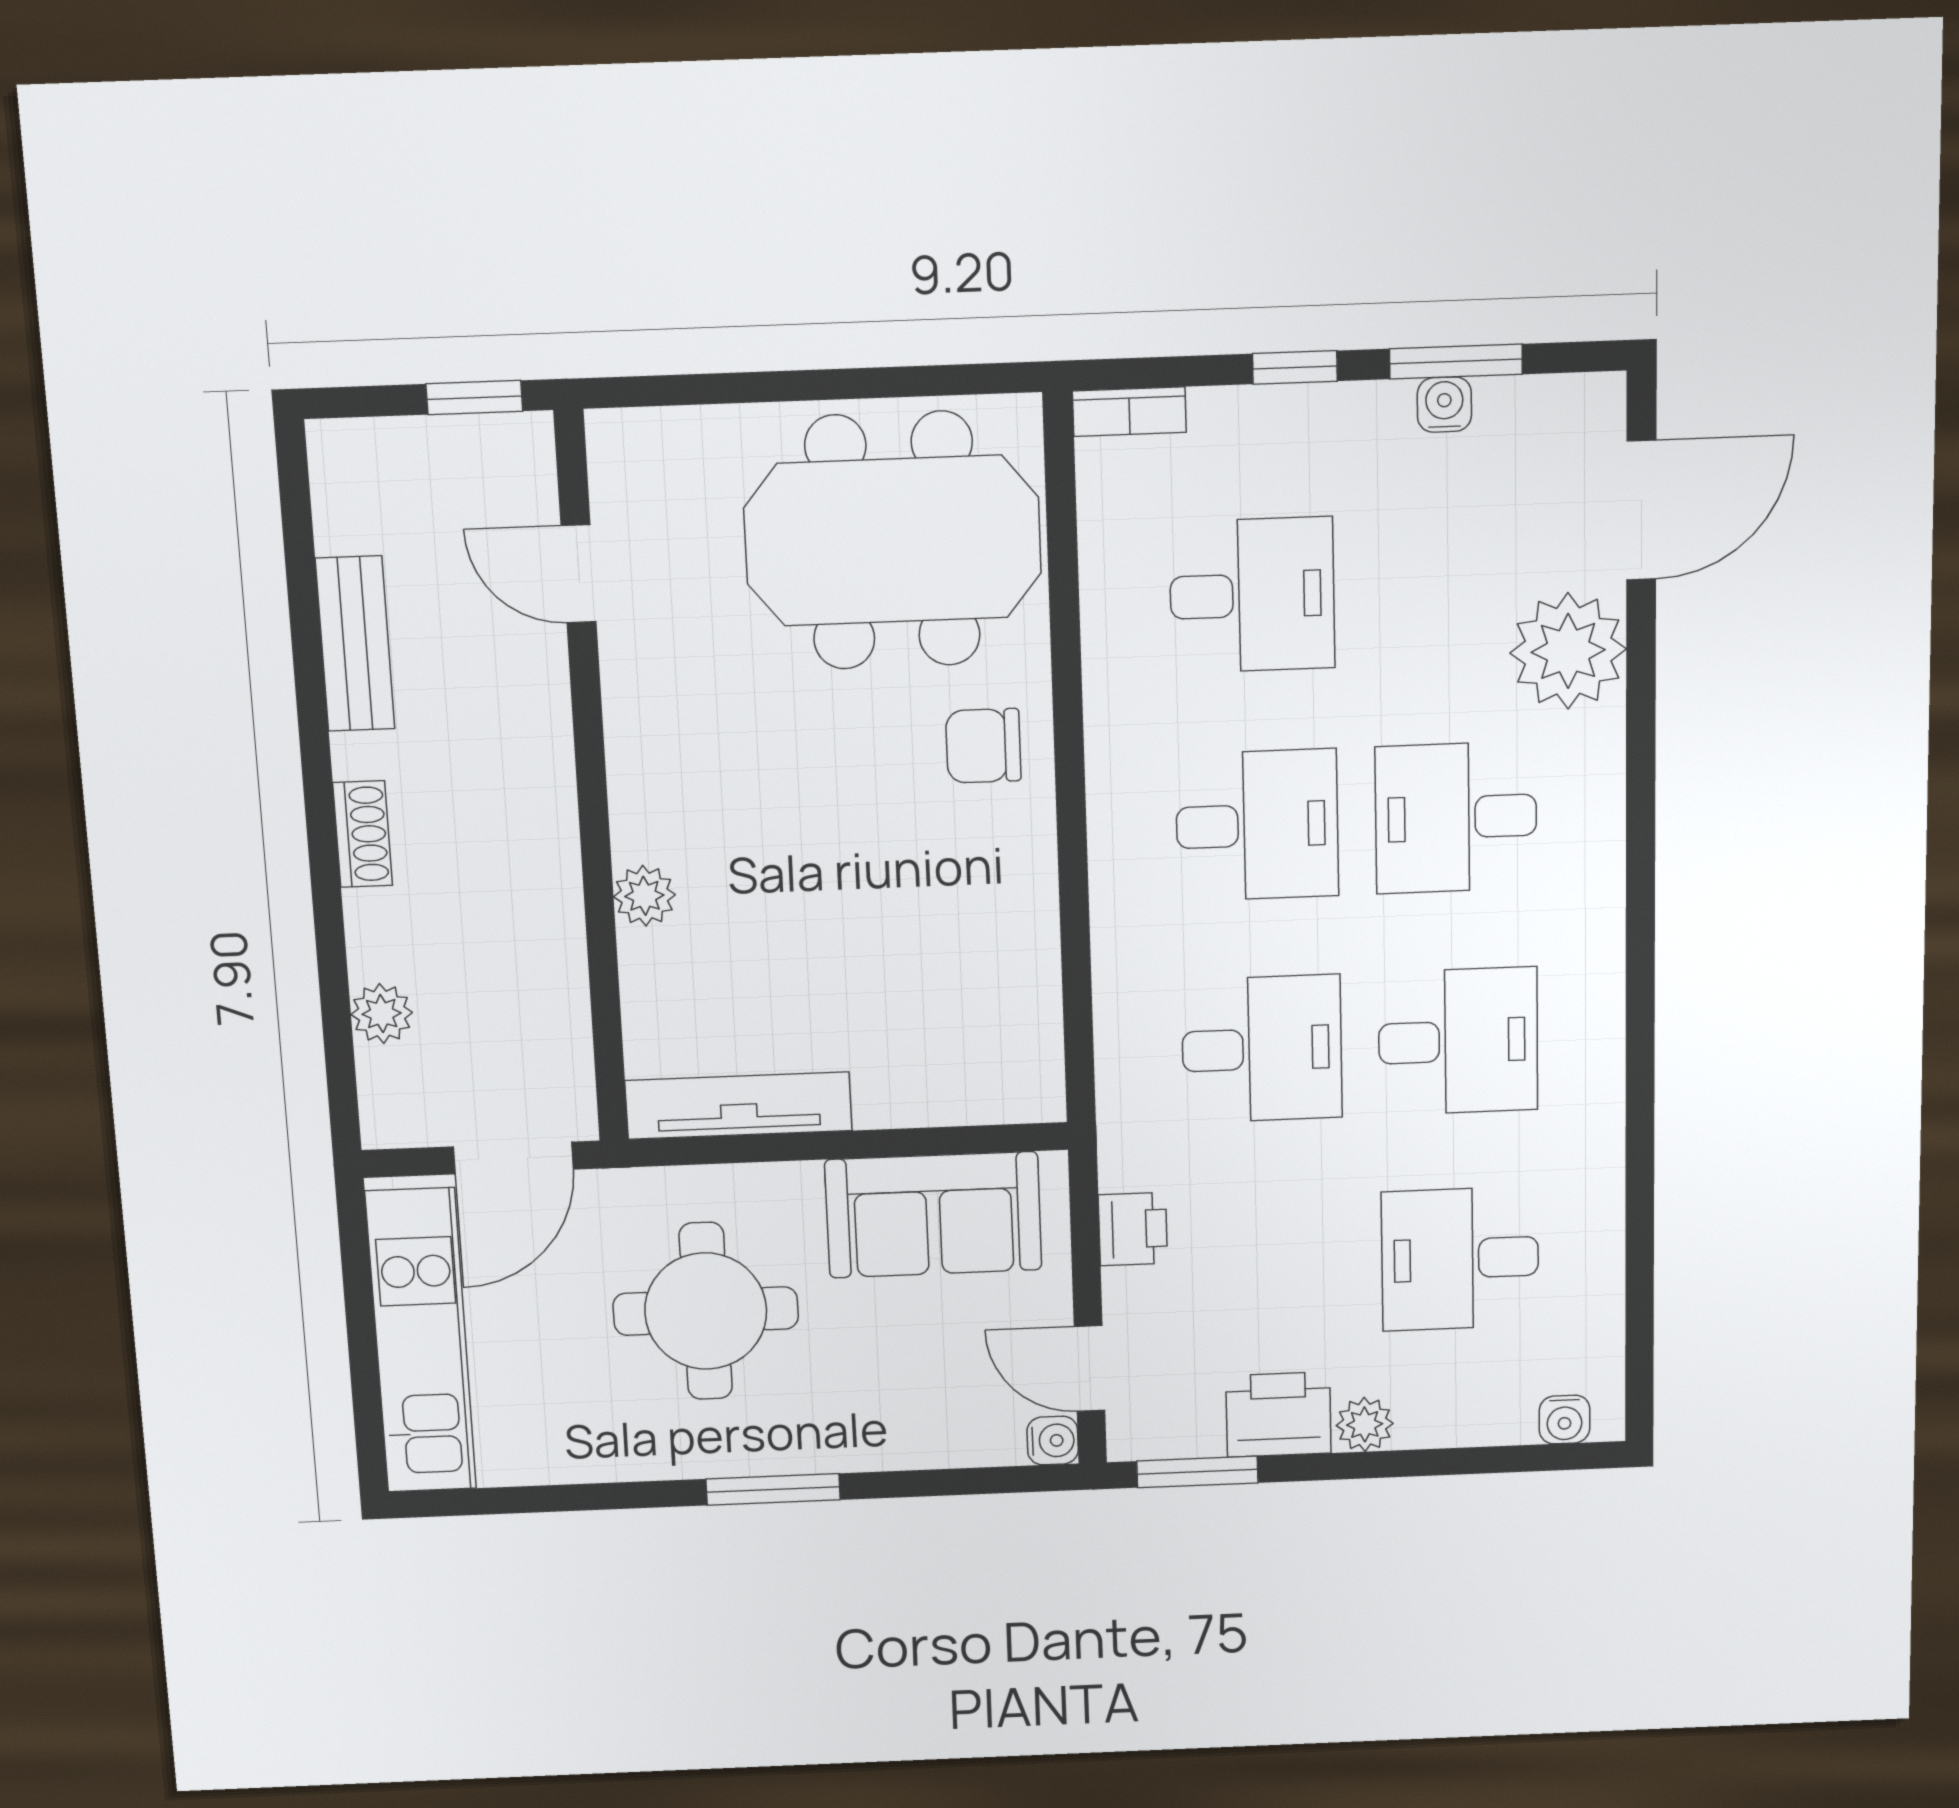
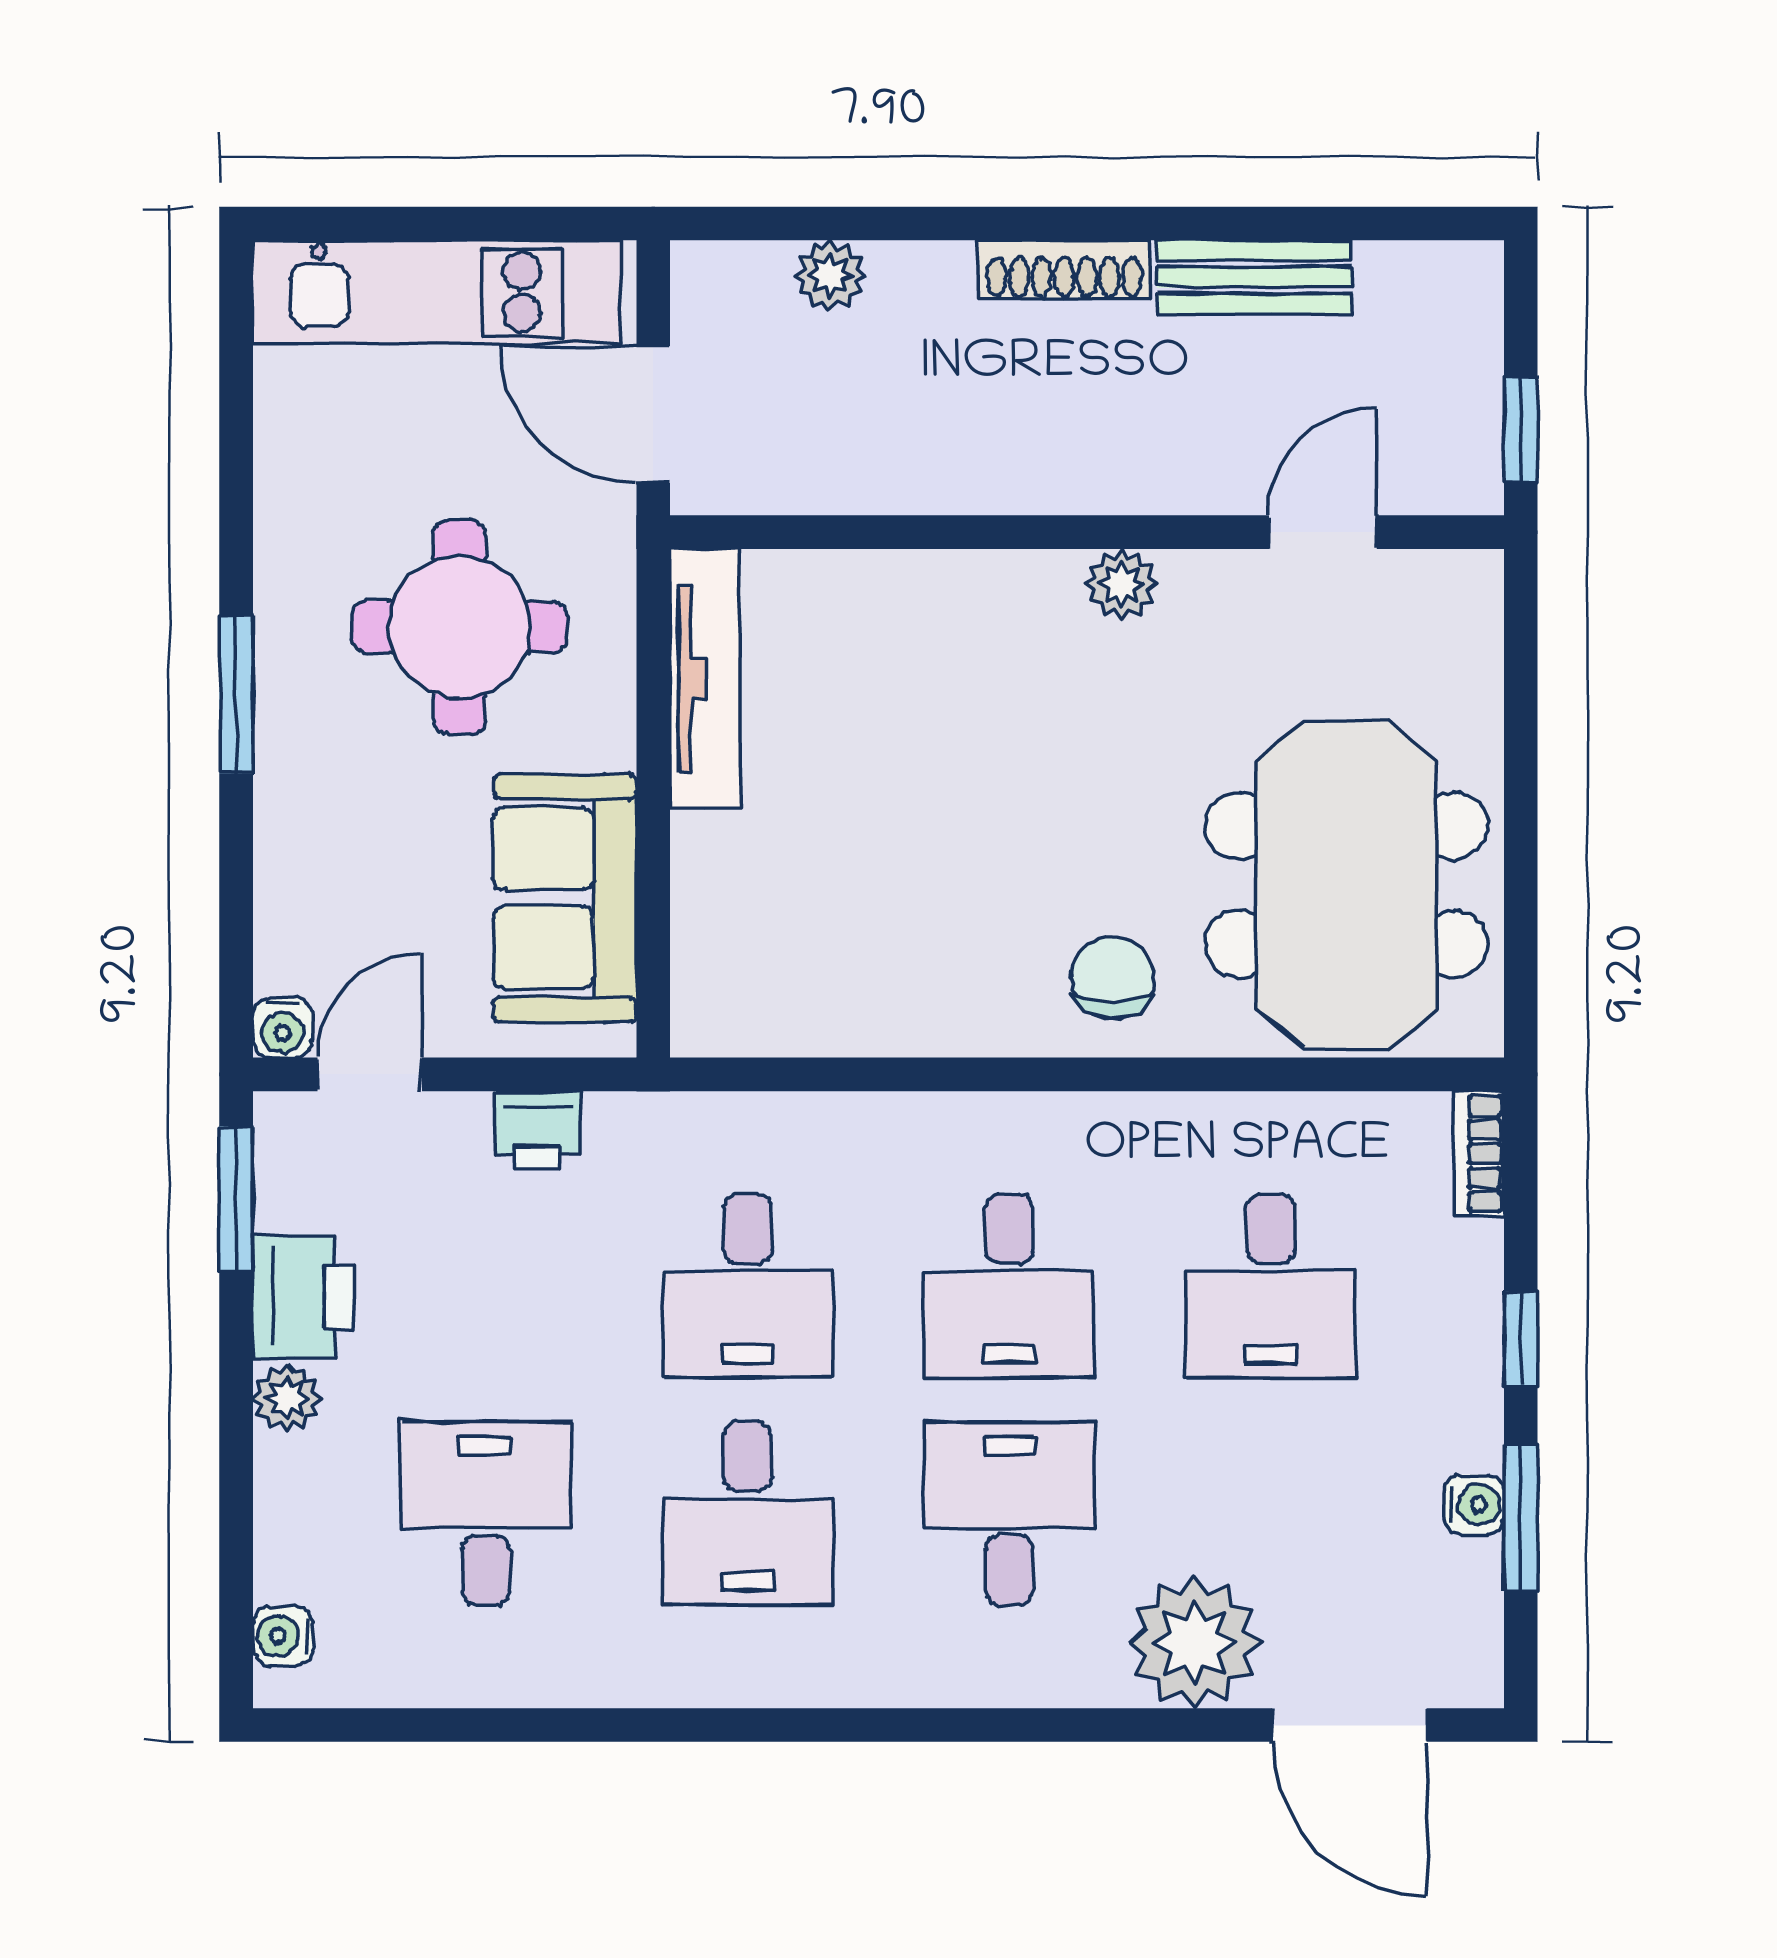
shoe rack: (363, 834) -> (1064, 269), width x1.43
plant: (644, 896) -> (1122, 584), moved

